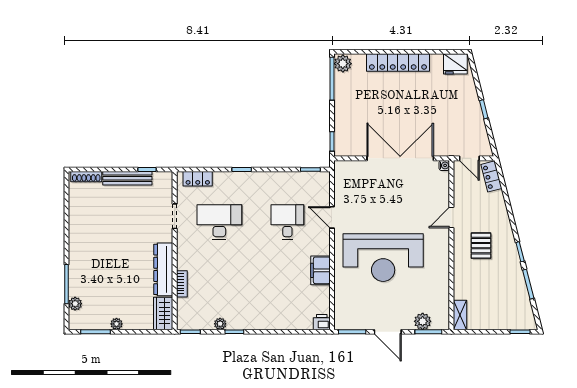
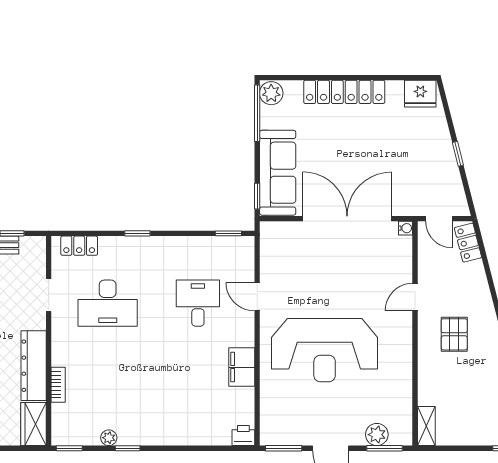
sofa: (348, 124) -> (278, 173), added
desk: (219, 222) -> (108, 303), turned 180

